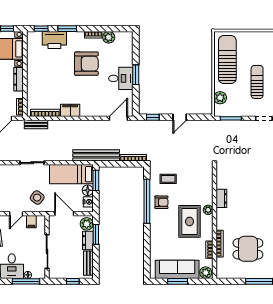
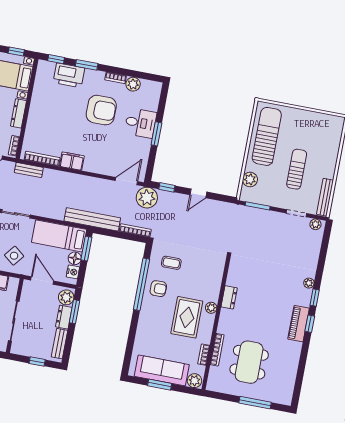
desk: (121, 78) -> (140, 123), moved
plant: (138, 129) -> (147, 198), added
dining table: (248, 249) -> (249, 362), width x1.38

